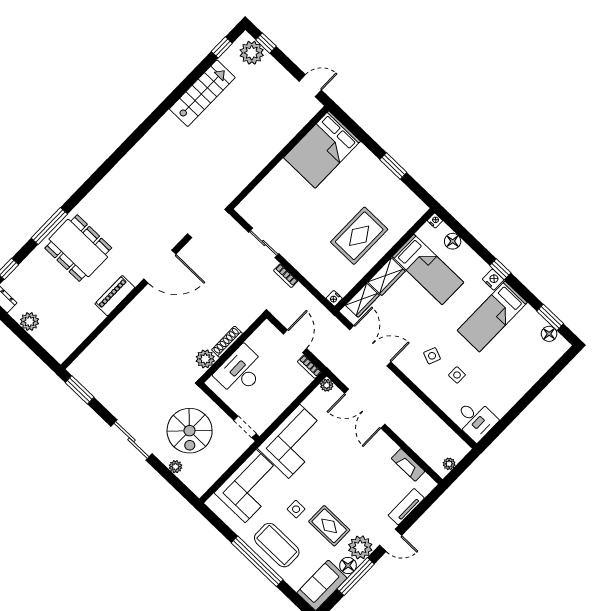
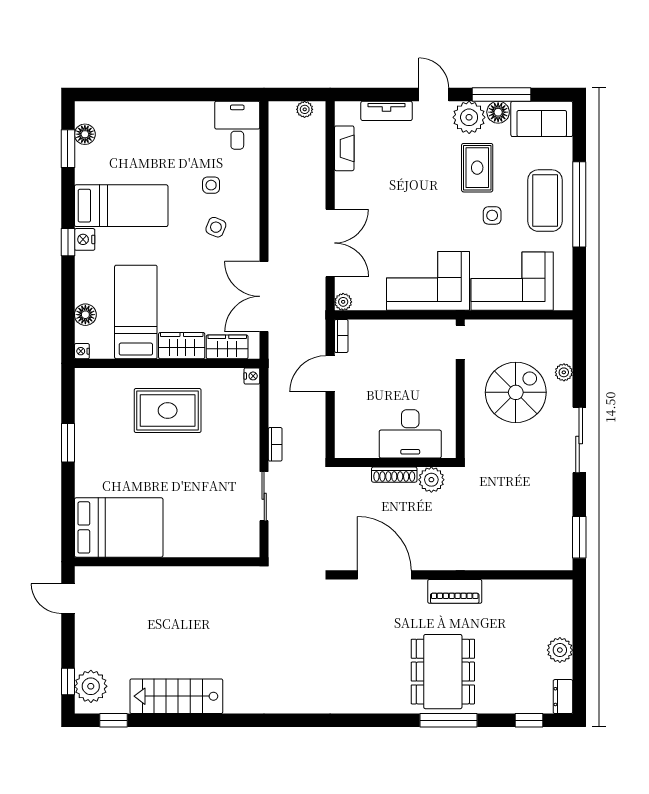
shoe rack: (227, 342) -> (394, 475), moved
wall: (233, 348) -> (395, 463), moved
plant: (205, 359) -> (431, 480), moved
desk: (241, 371) -> (410, 434), moved

